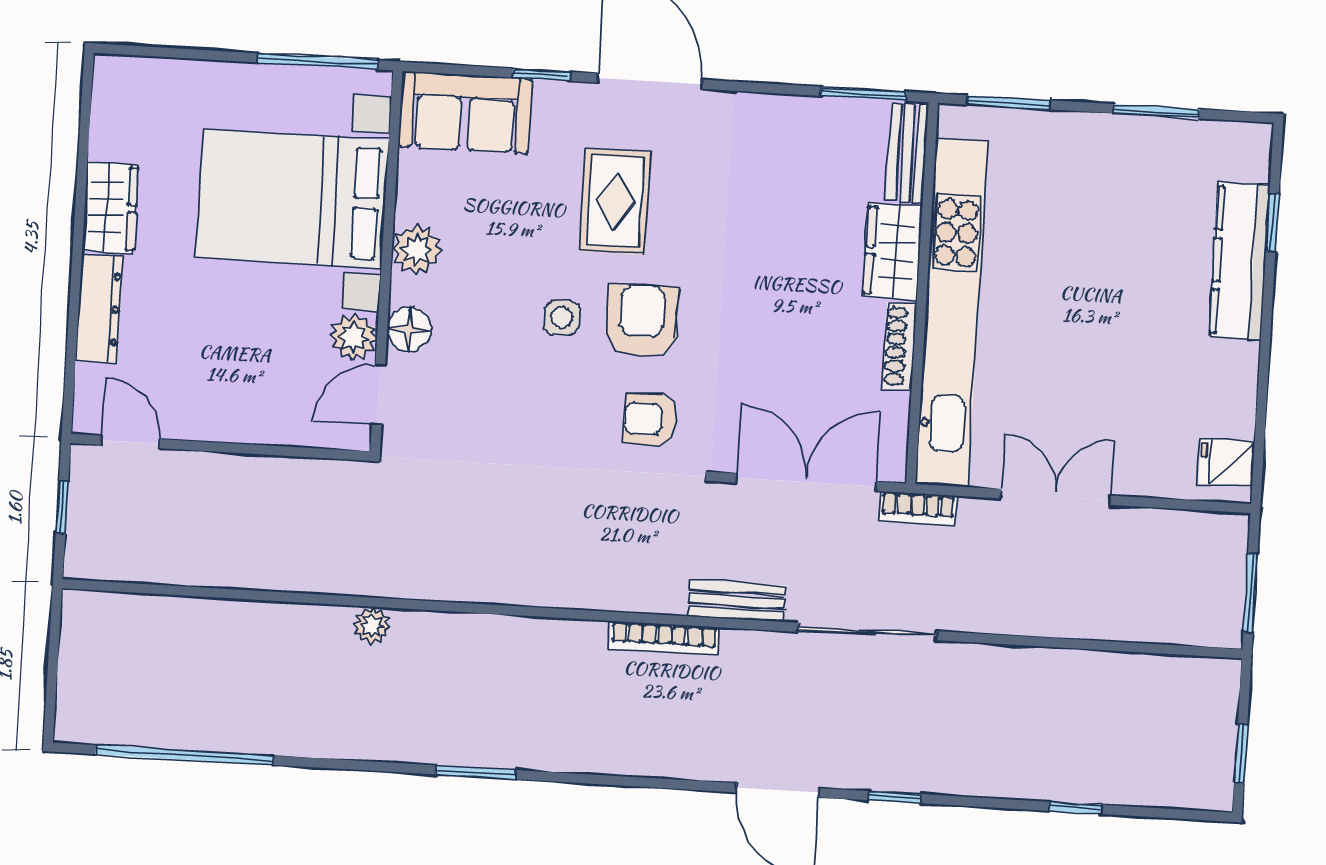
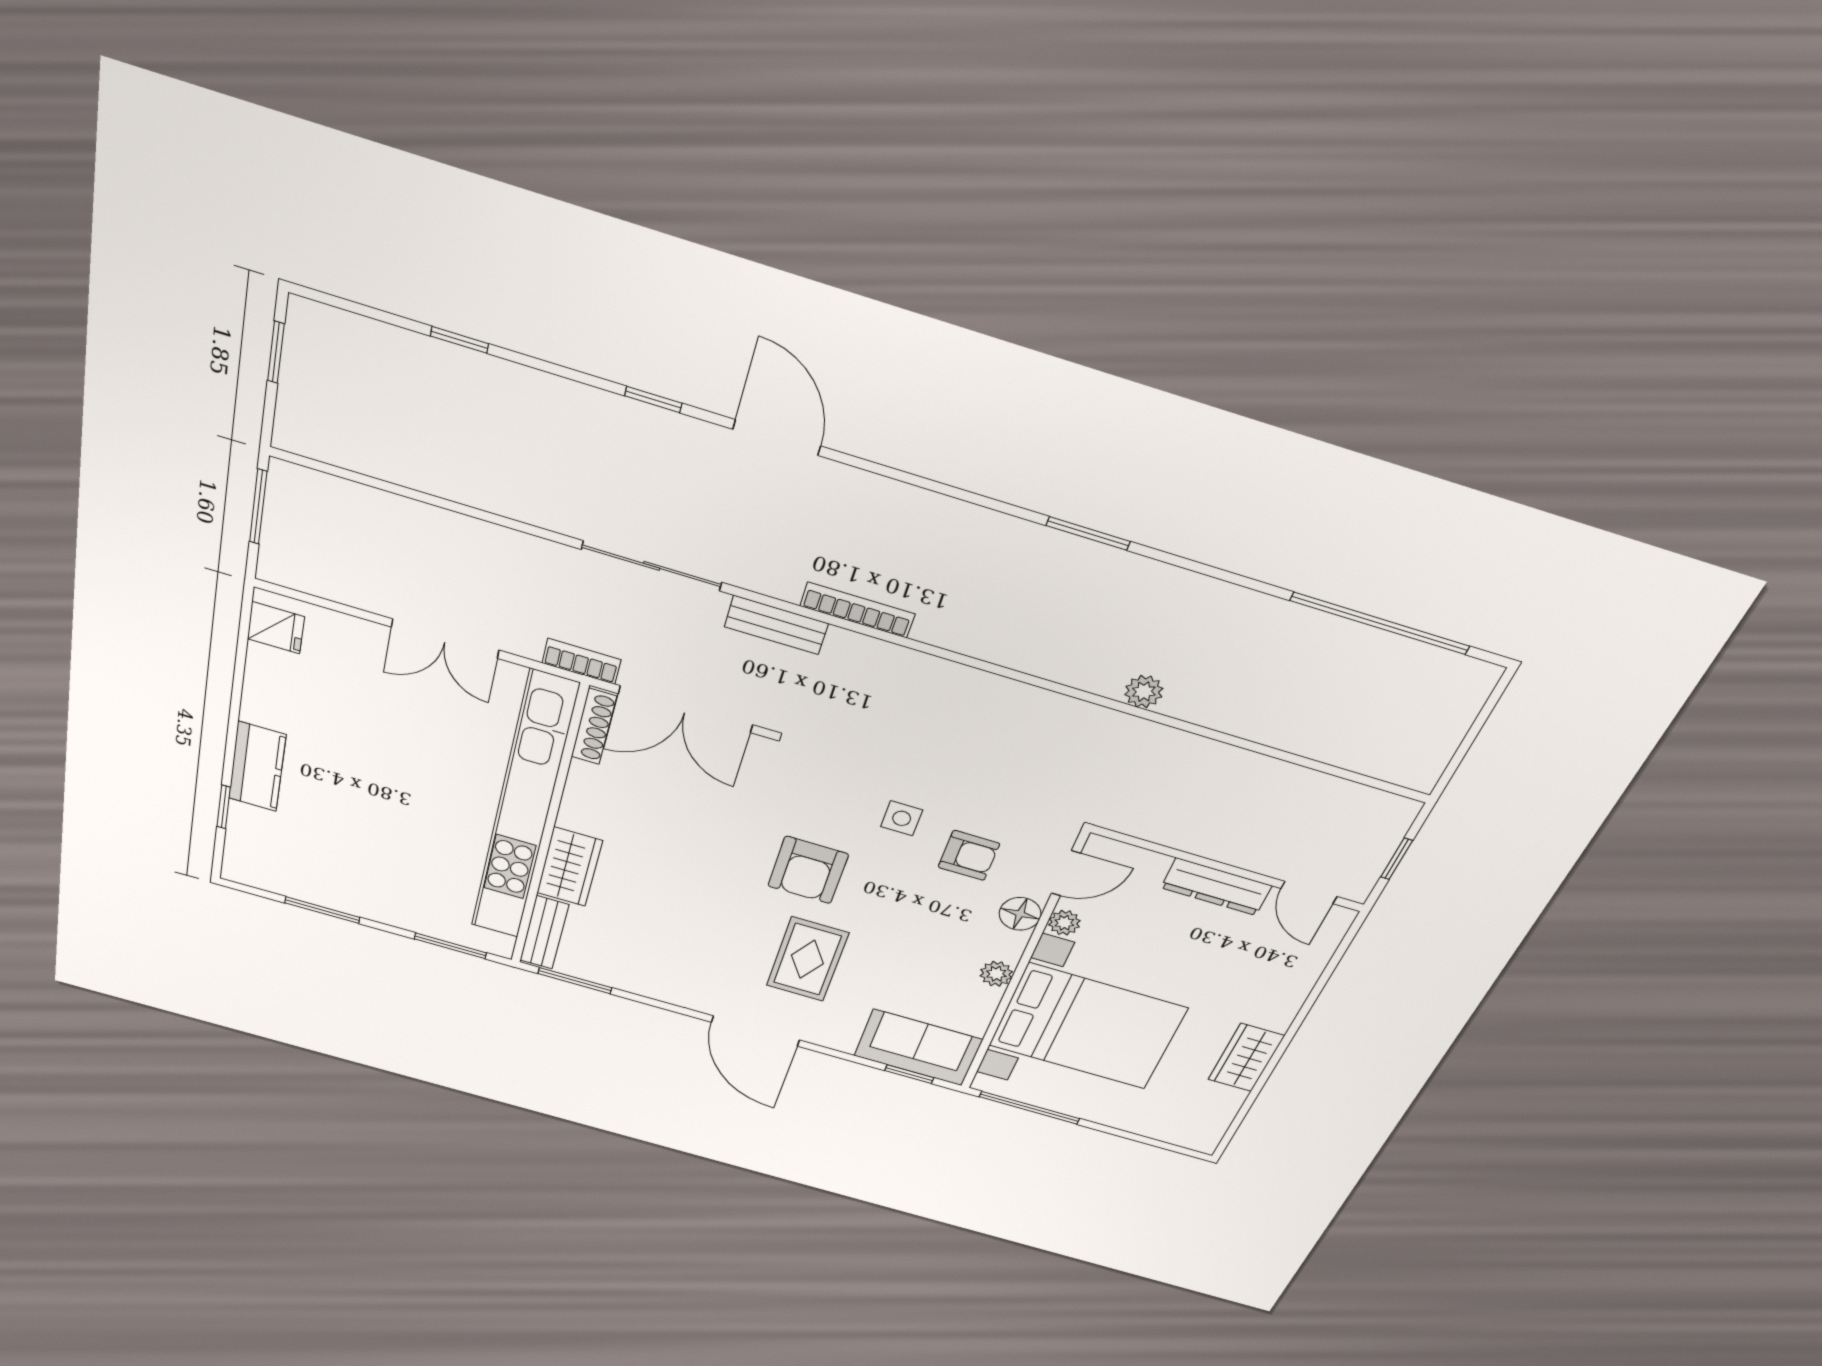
window: (541, 75) -> (909, 1074), moved
plant: (417, 250) -> (996, 974), width x0.73, depth x0.73
kitchen counter: (1240, 261) -> (257, 767), width x0.67
dresser: (99, 309) -> (1216, 887), moved, turned -90
side table: (562, 318) -> (902, 818), moved
plant: (354, 337) -> (1064, 923), width x0.73, depth x0.73
shoe rack: (899, 346) -> (594, 727), moved
armchair: (650, 419) -> (969, 855), moved

